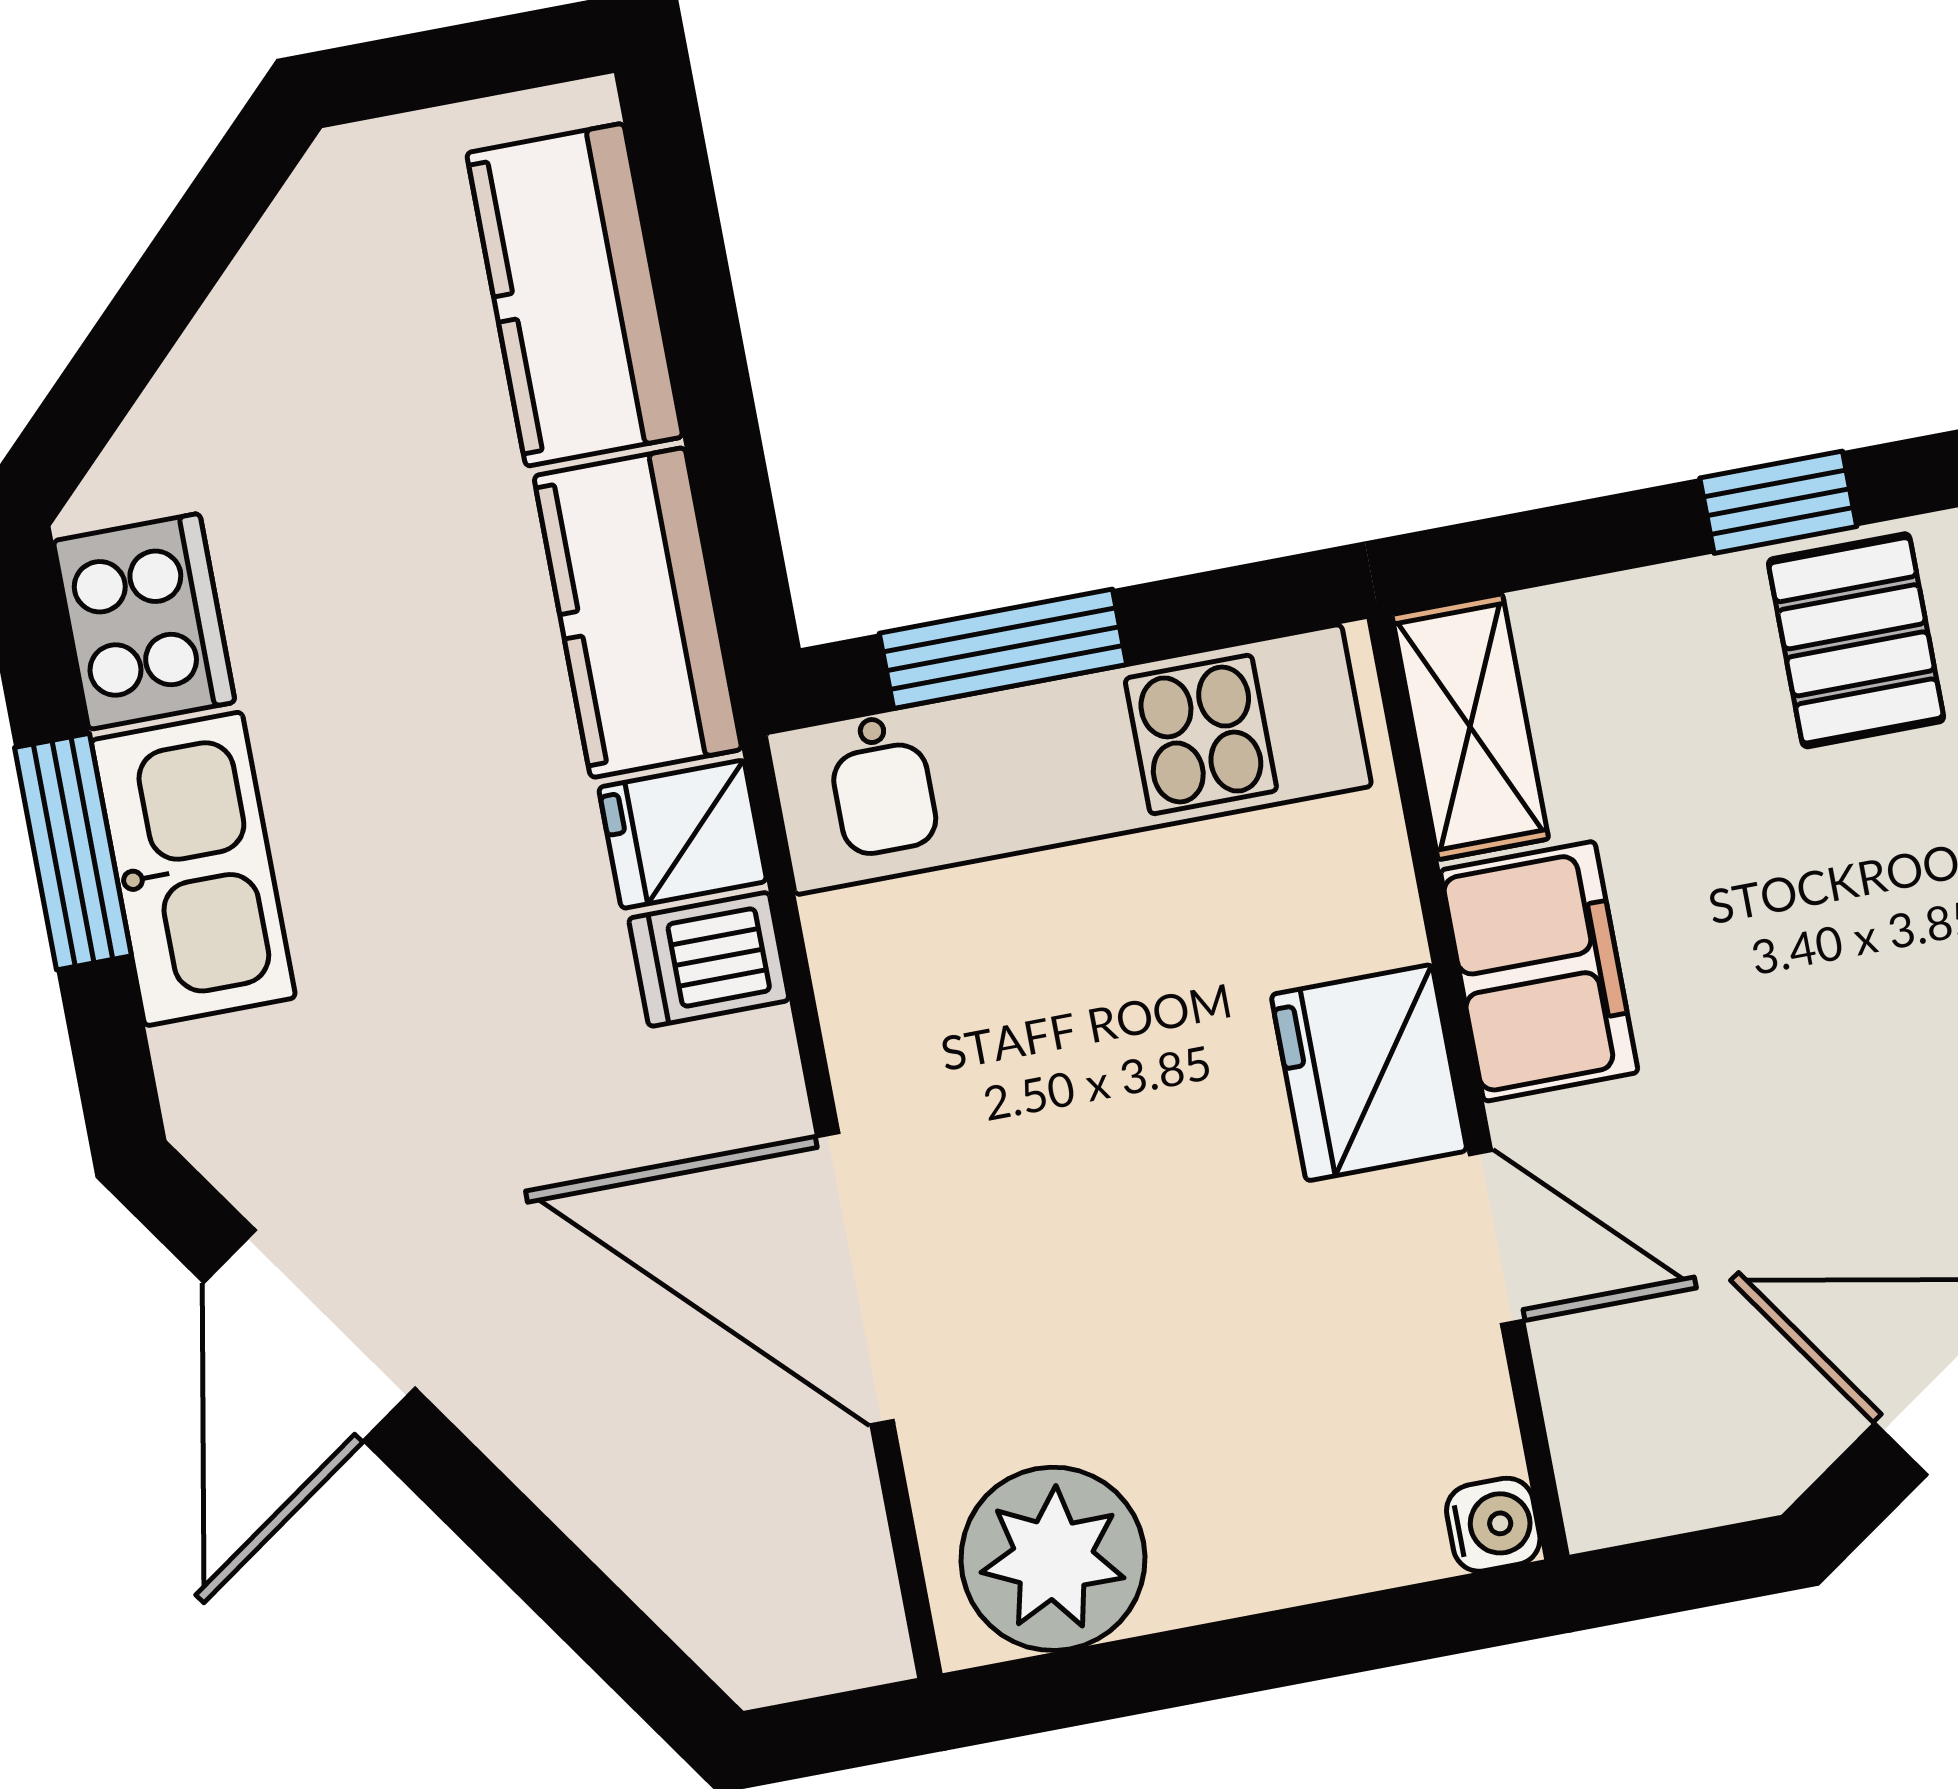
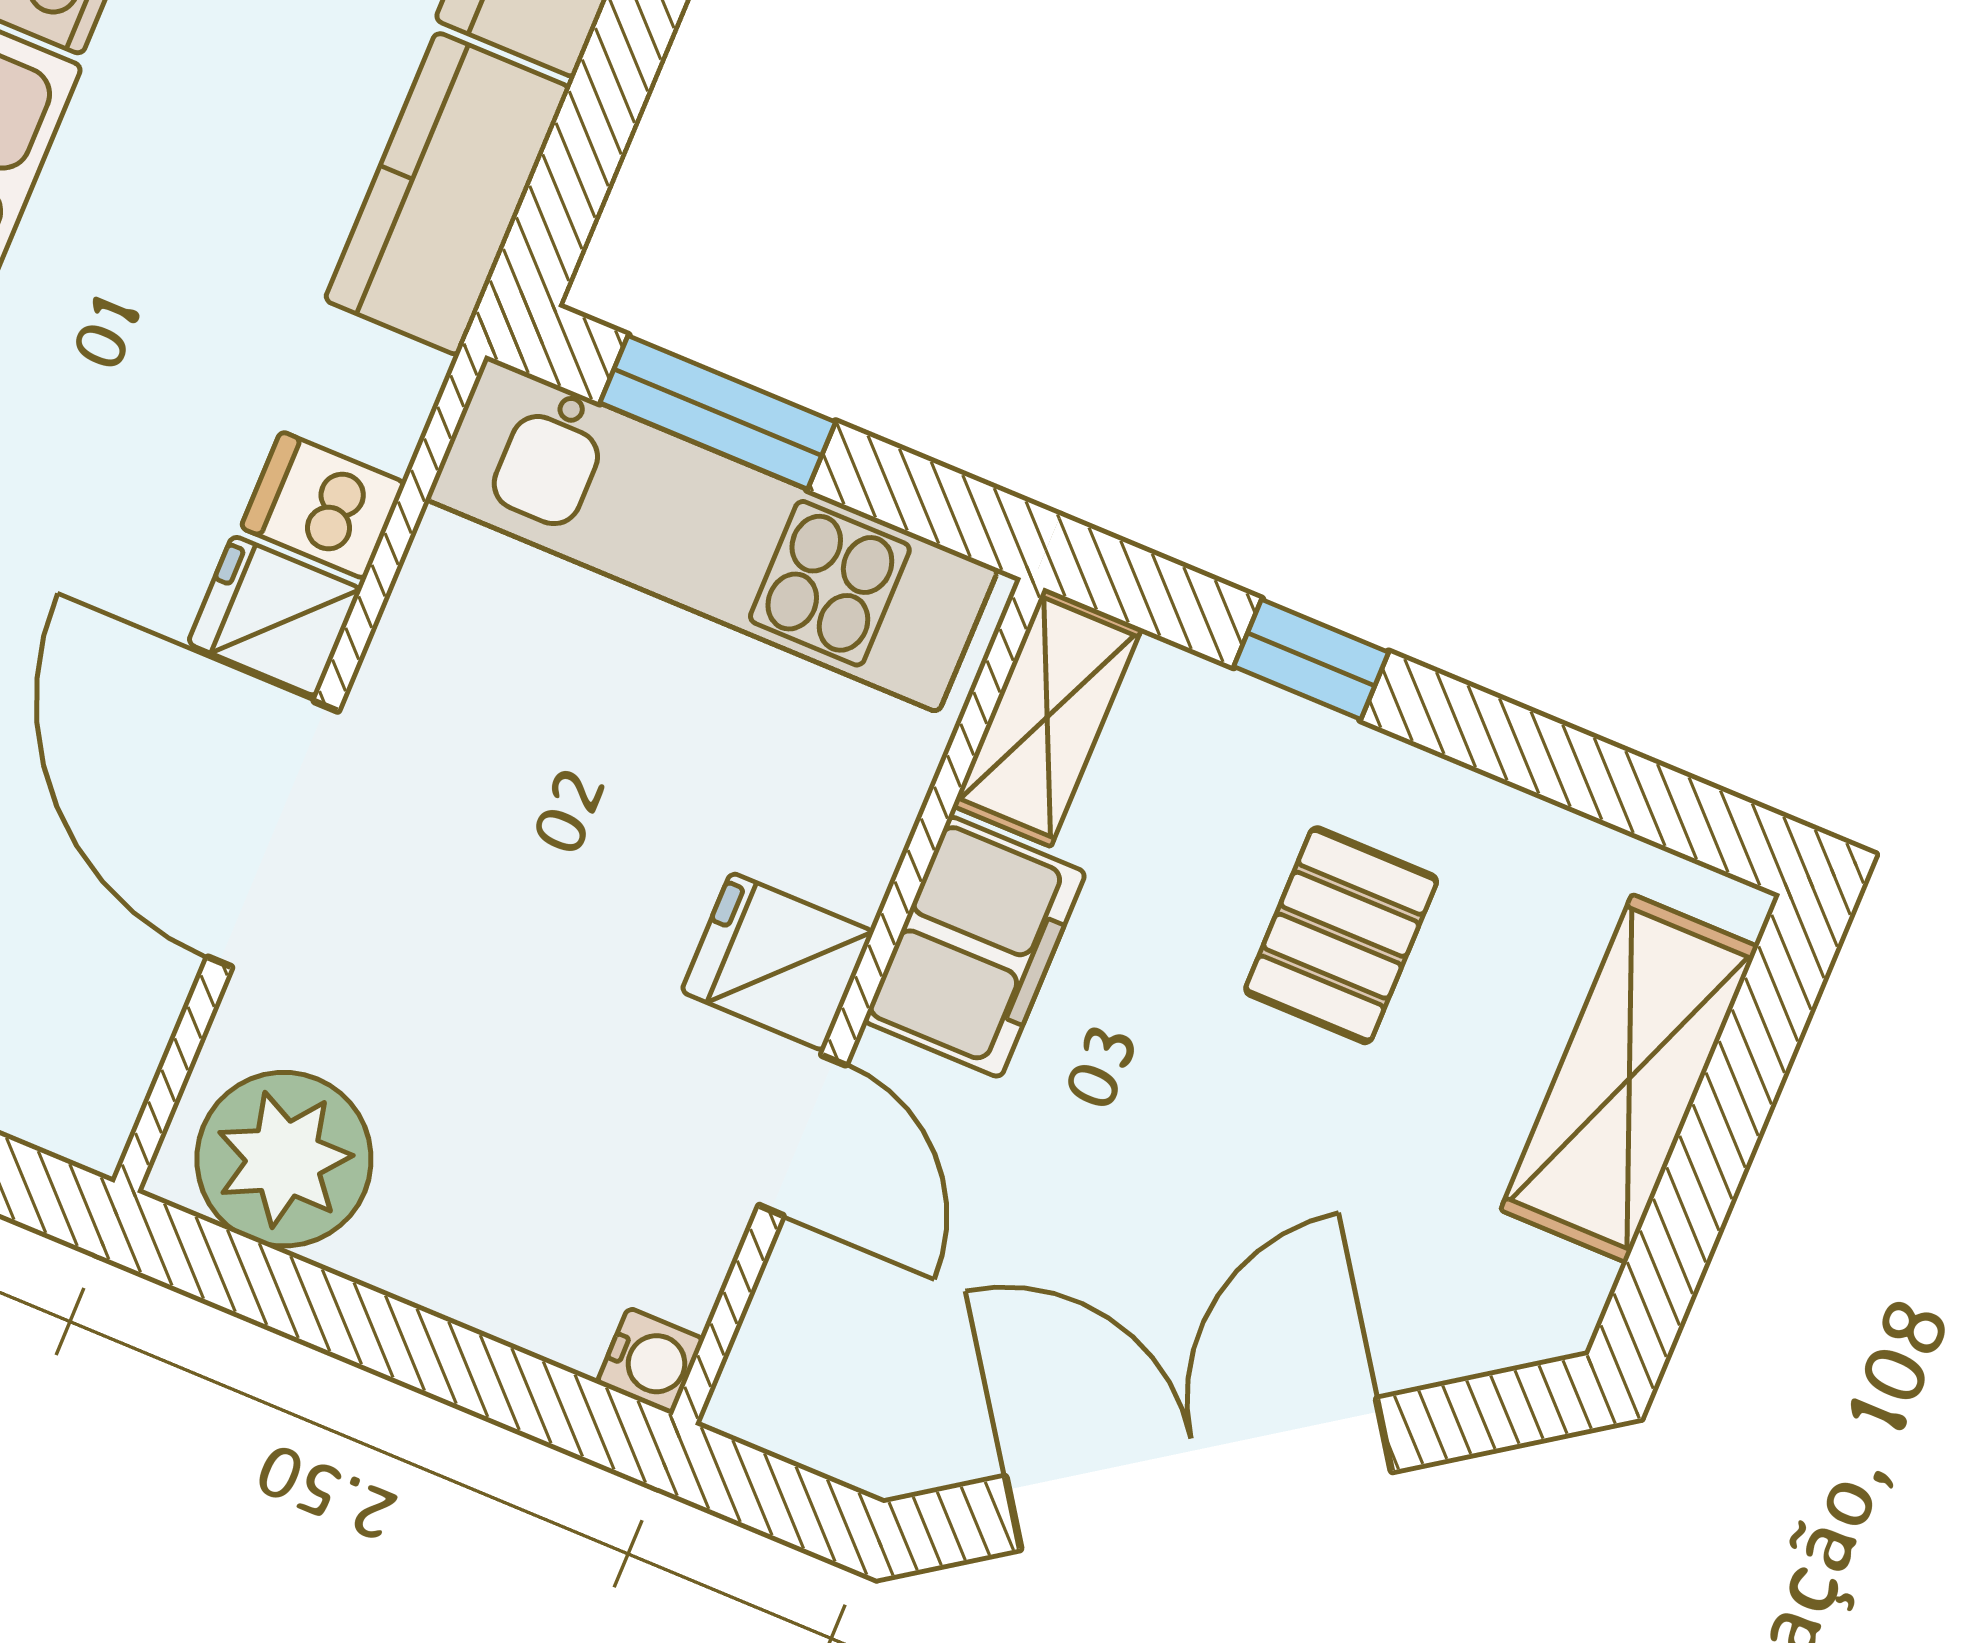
window: (1778, 502) -> (1311, 659), moved
pallet: (1856, 640) -> (1341, 935), moved
fridge: (683, 834) -> (275, 616), moved
fridge: (1369, 1073) -> (777, 962), width x0.72

